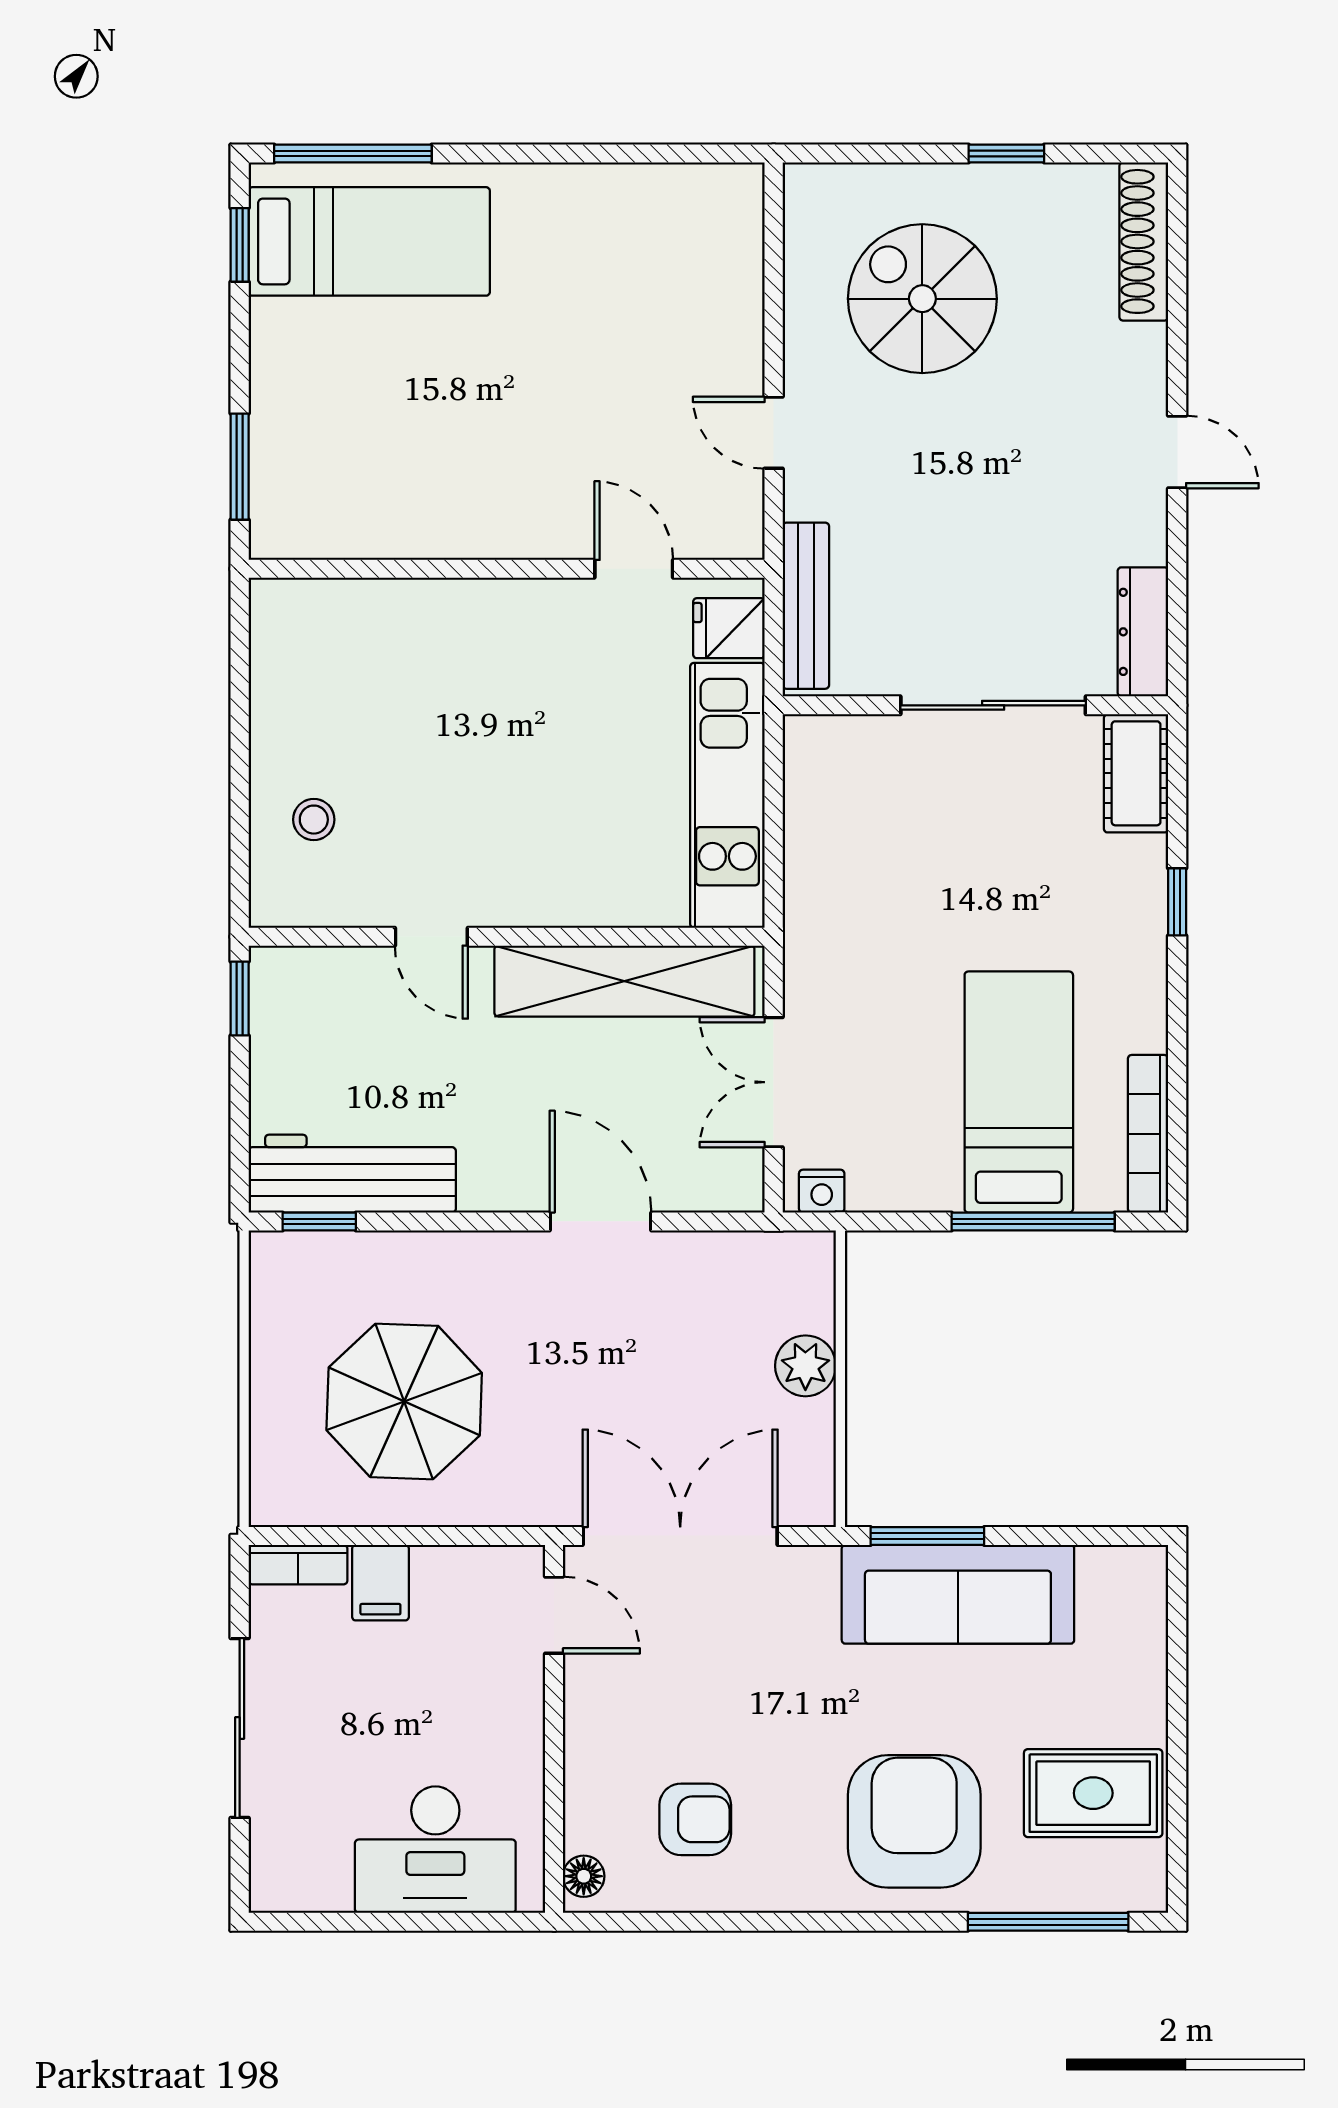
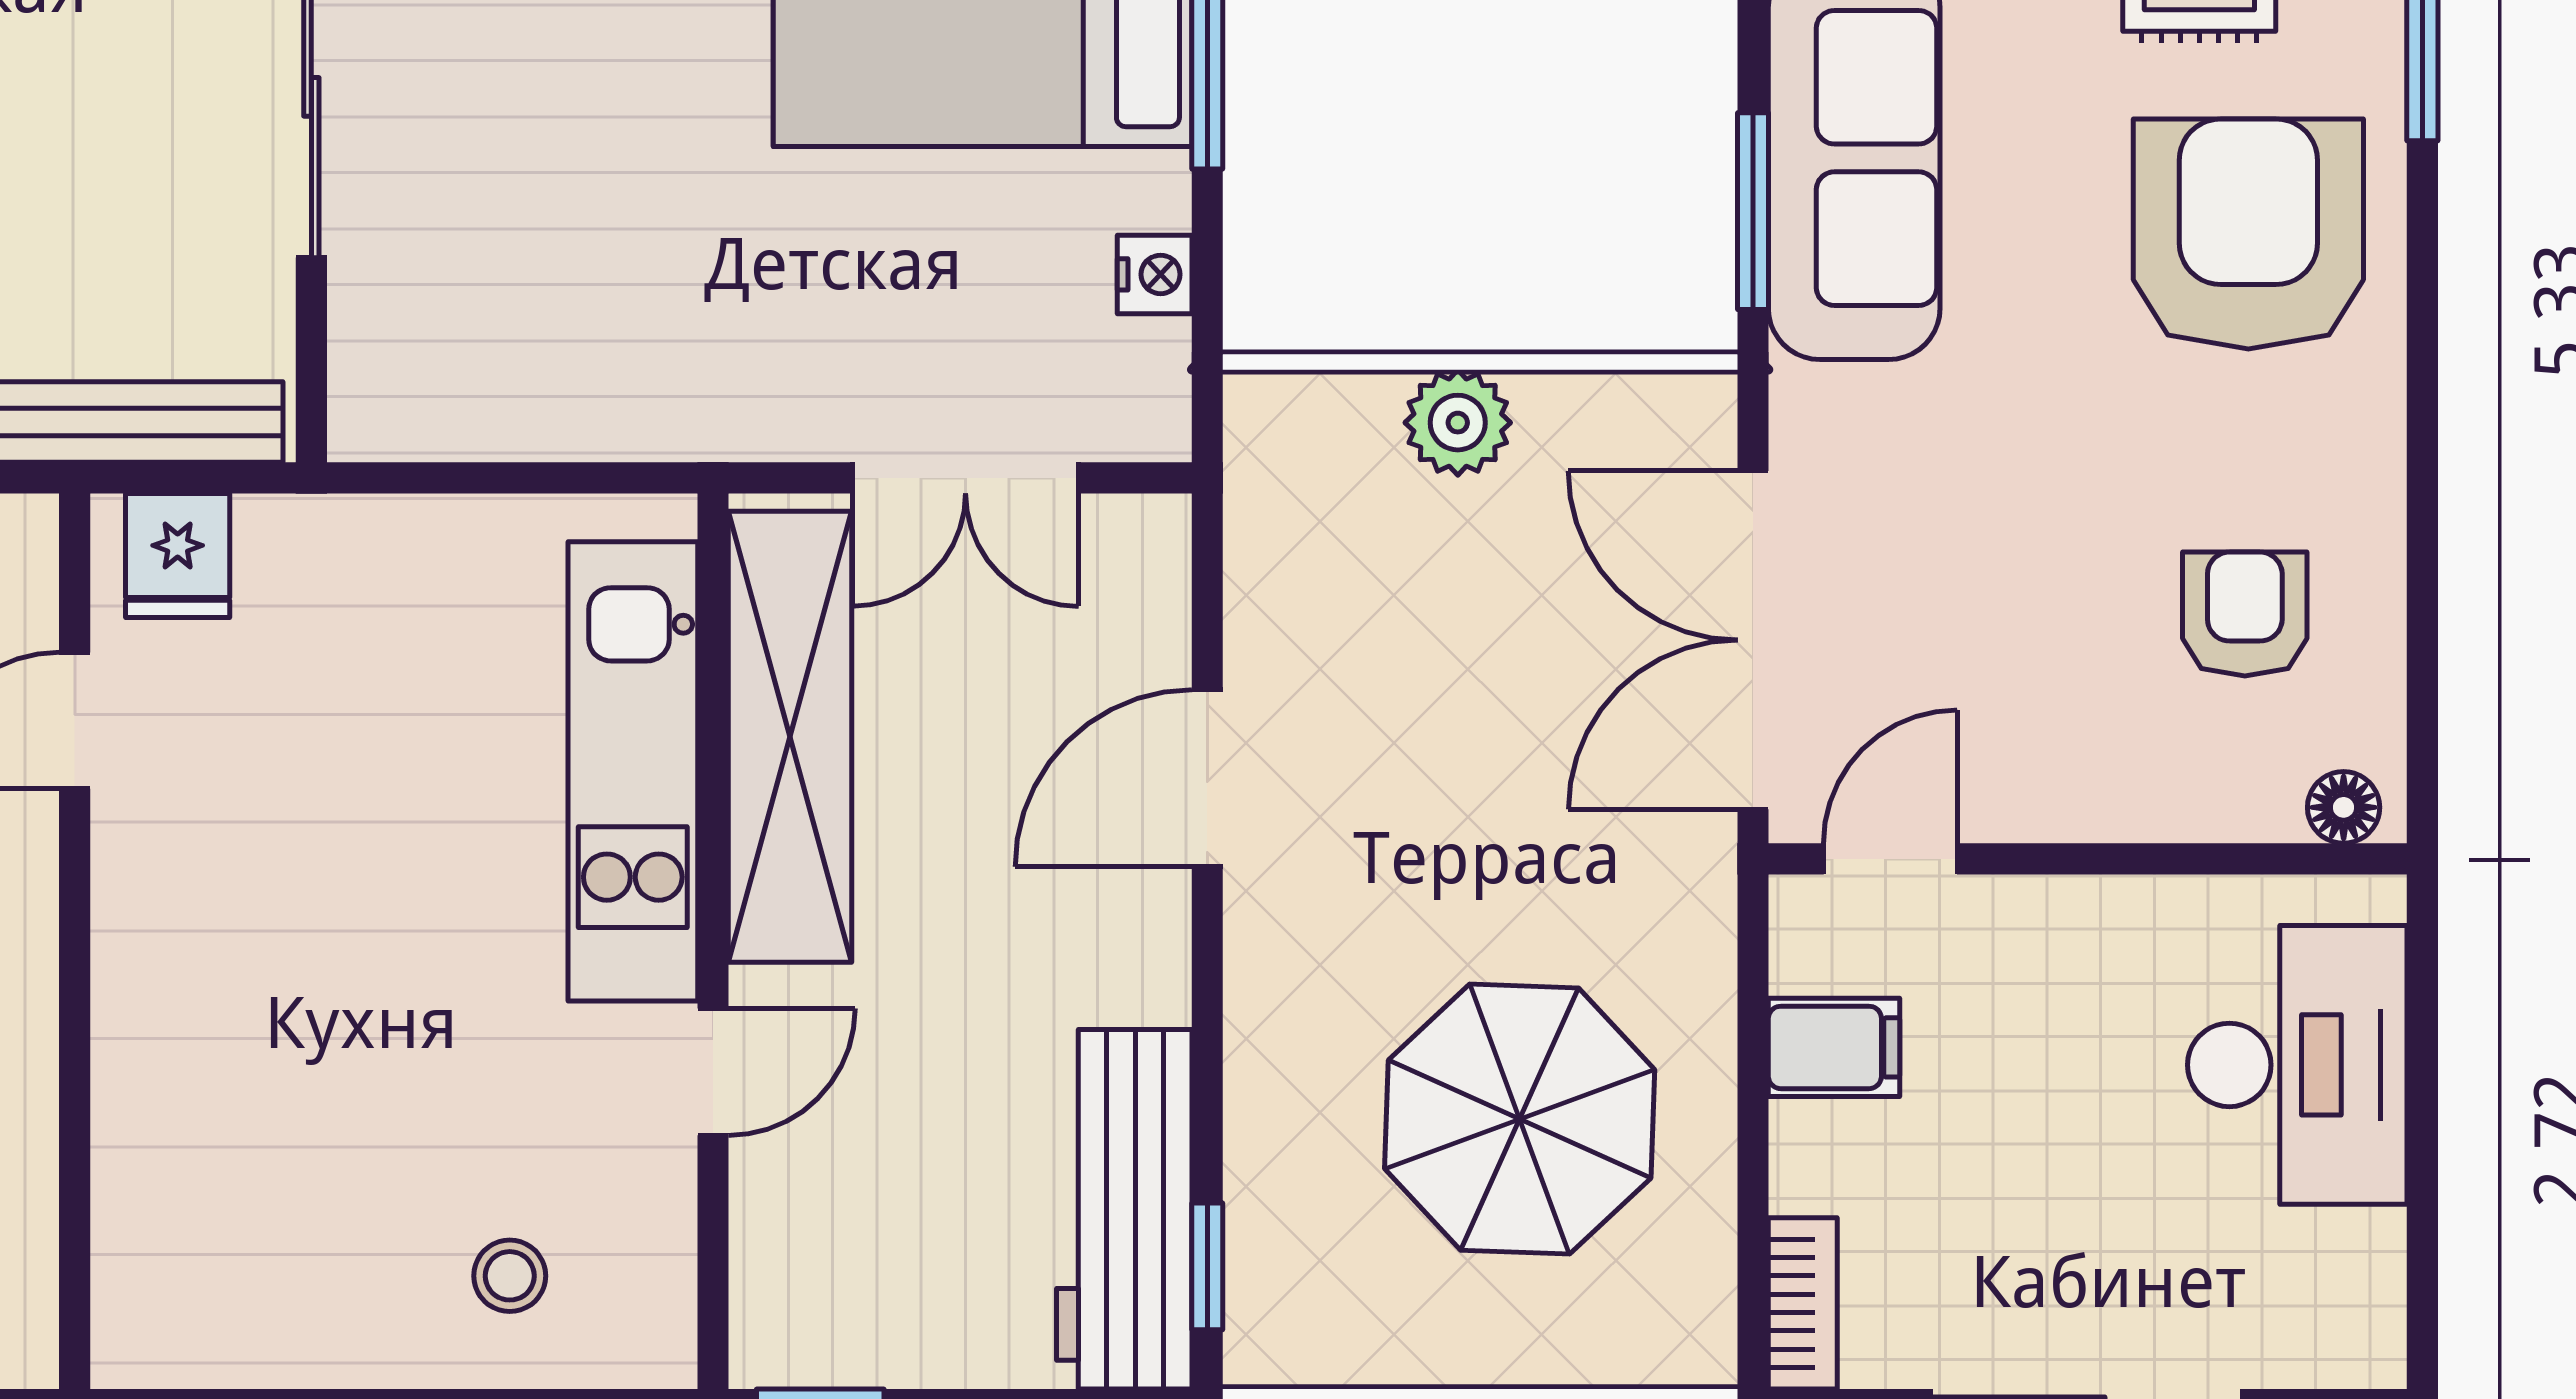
kitchen unit: (727, 795) -> (633, 771), moved, turned 90
nightstand: (822, 1191) -> (1155, 274), moved
filing cabinet: (380, 1583) -> (1834, 1047), moved
armchair: (914, 1821) -> (2248, 234), turned 90

